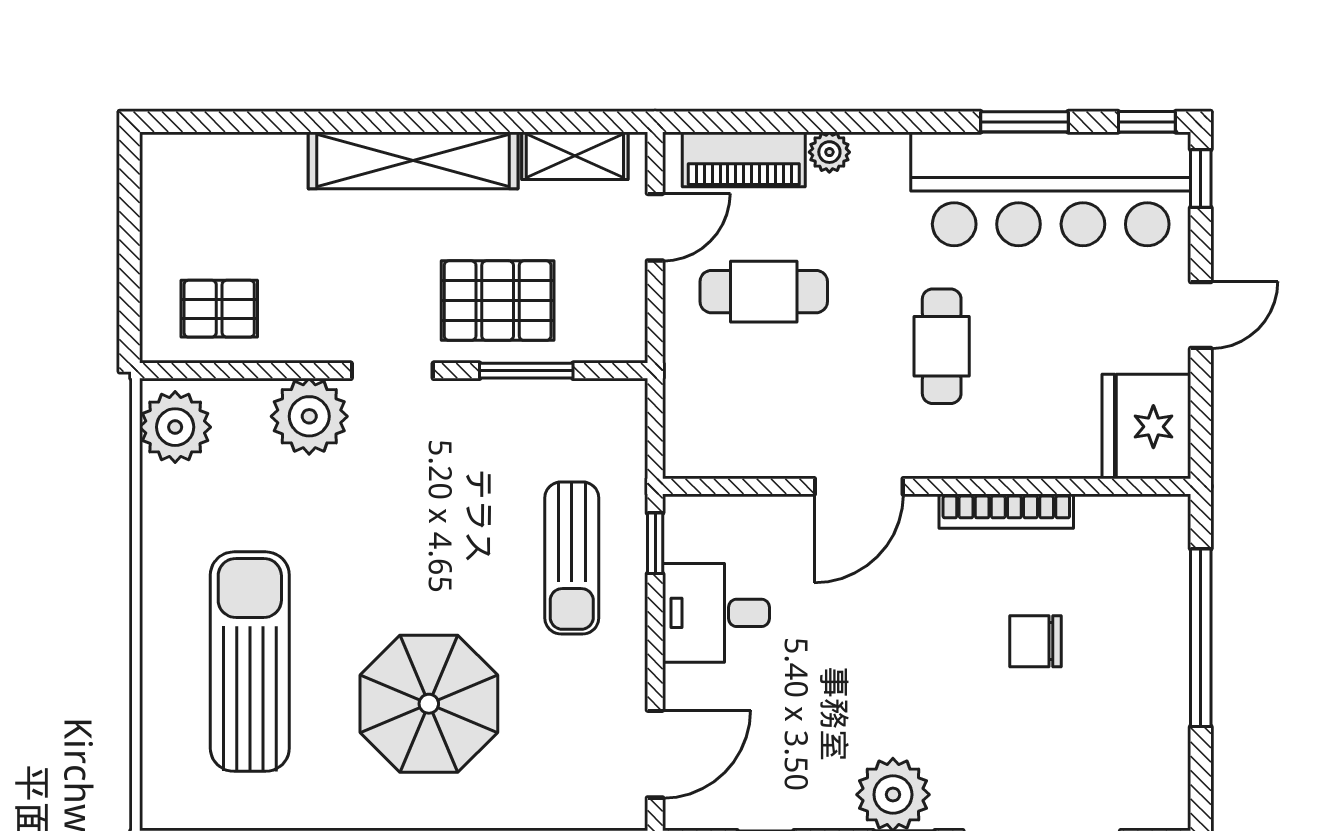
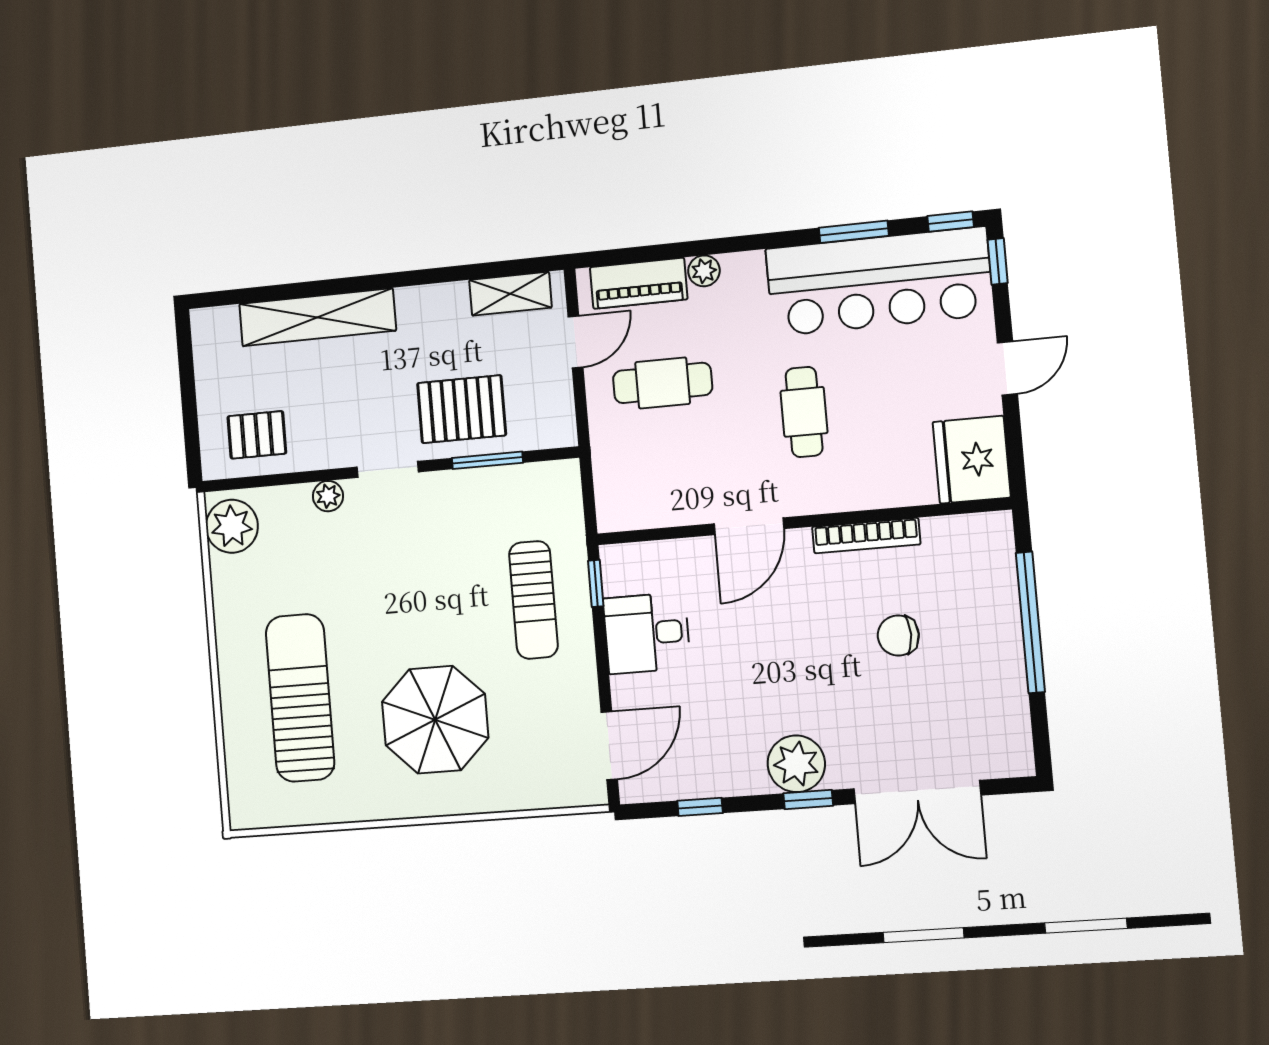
shelving: (413, 160) -> (317, 317), moved
plant: (309, 416) -> (328, 496), width x0.53, depth x0.53

